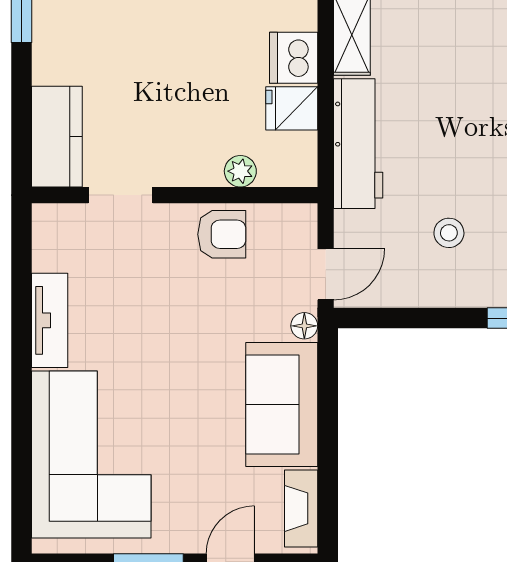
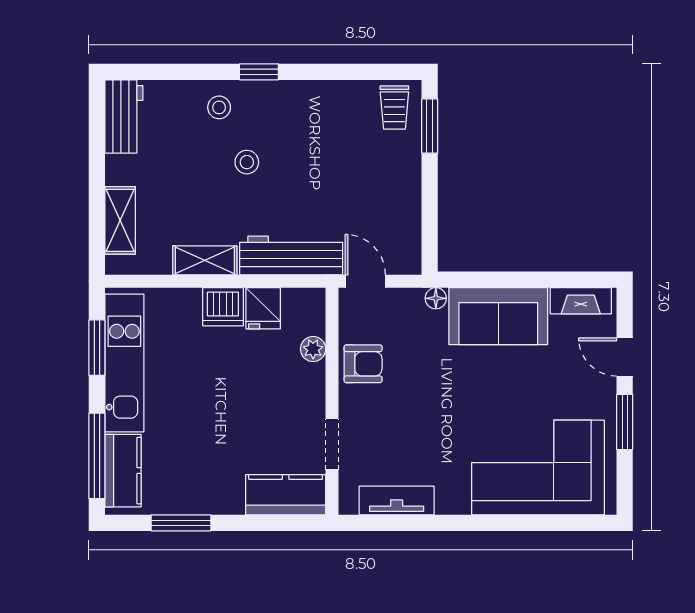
stool: (449, 233) -> (247, 162), moved
armchair: (222, 234) -> (363, 364), turned 90
door: (326, 274) -> (365, 281), moved
tv unit: (50, 320) -> (397, 500), moved

